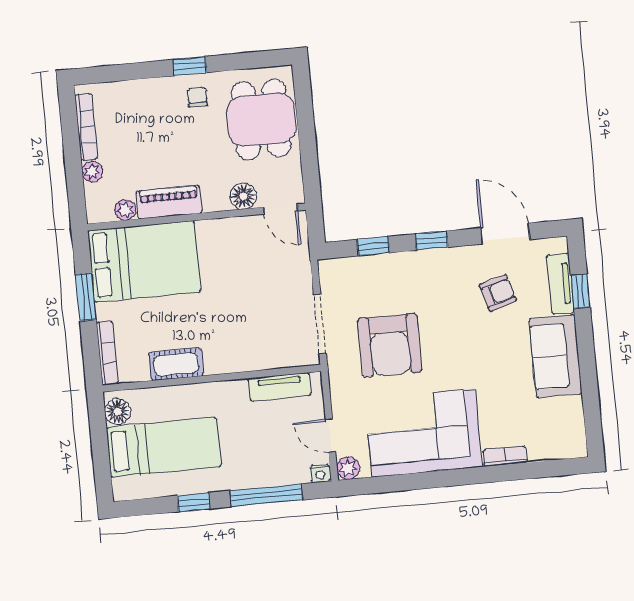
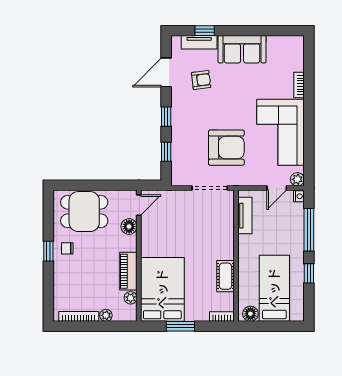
armchair: (498, 293) -> (201, 80), turned 100
bookcase: (107, 353) -> (222, 317), width x0.64

